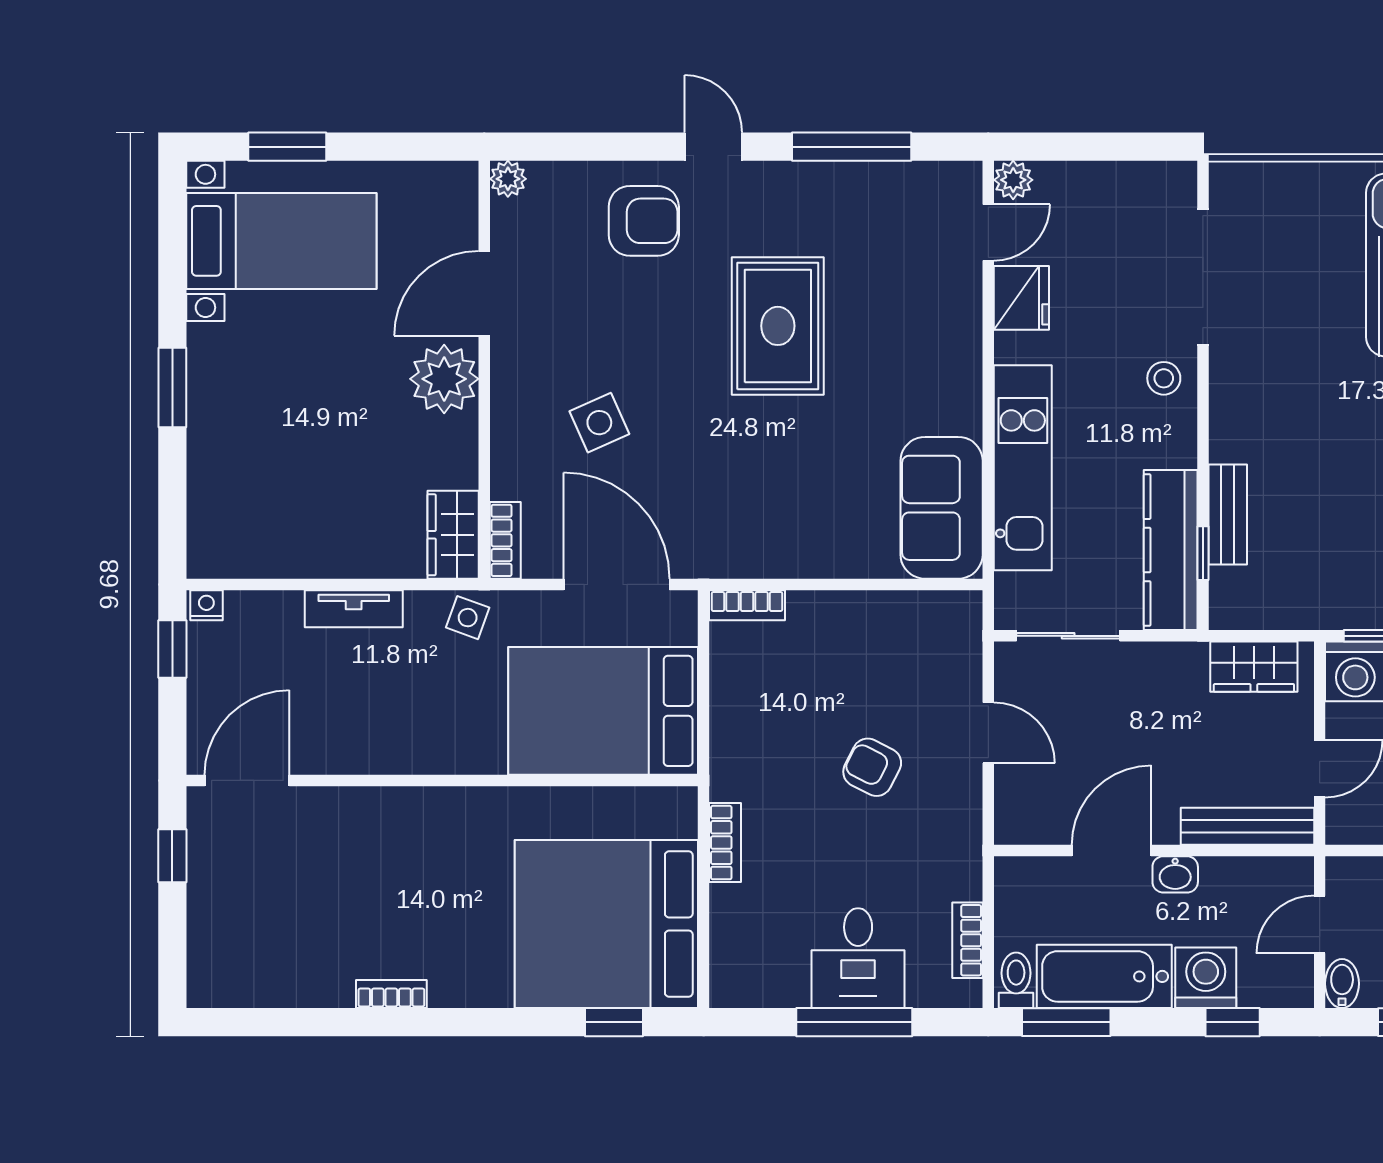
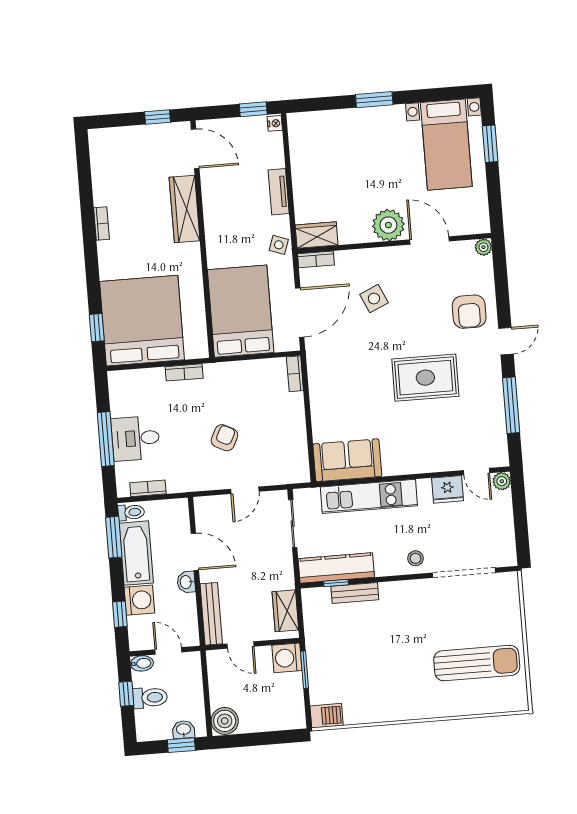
wardrobe: (374, 813) -> (185, 209), added

